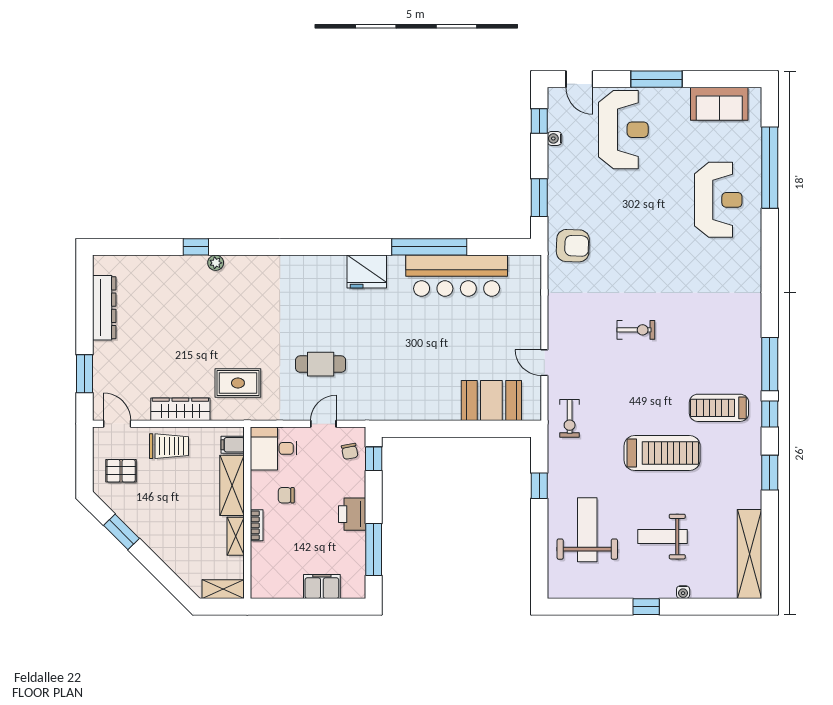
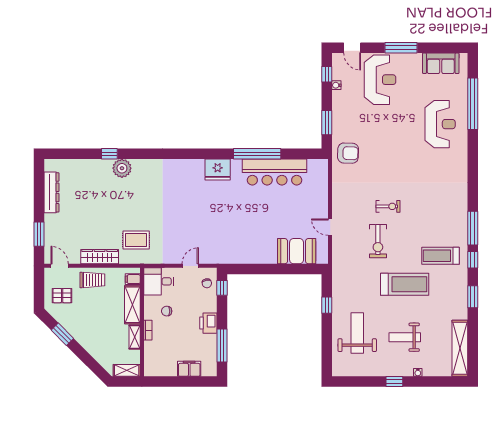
plant: (216, 263) -> (122, 168), width x1.88, depth x1.88
cafe table: (321, 364) -> (188, 228), removed
exercise bike: (570, 418) -> (378, 241), moved, width x1.38, depth x1.39

